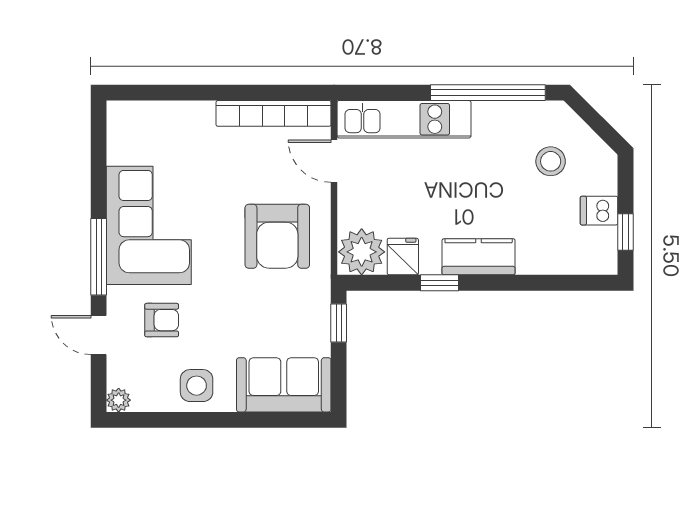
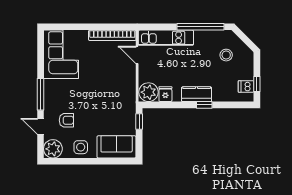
dishwasher: (599, 211) -> (246, 86), moved
corner sofa: (149, 225) -> (61, 54), moved
armchair: (277, 236) -> (114, 86), removed
window: (439, 283) -> (204, 105), moved
plant: (119, 400) -> (53, 149), width x1.87, depth x1.87

